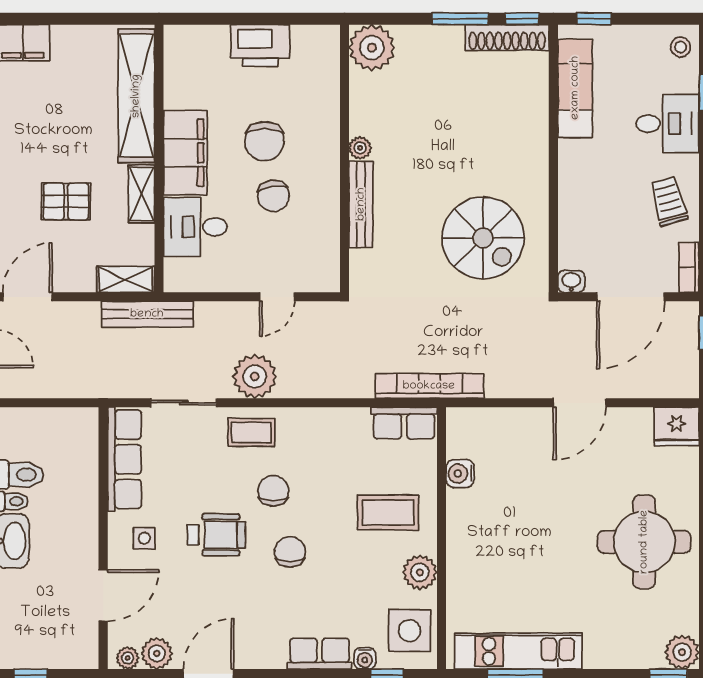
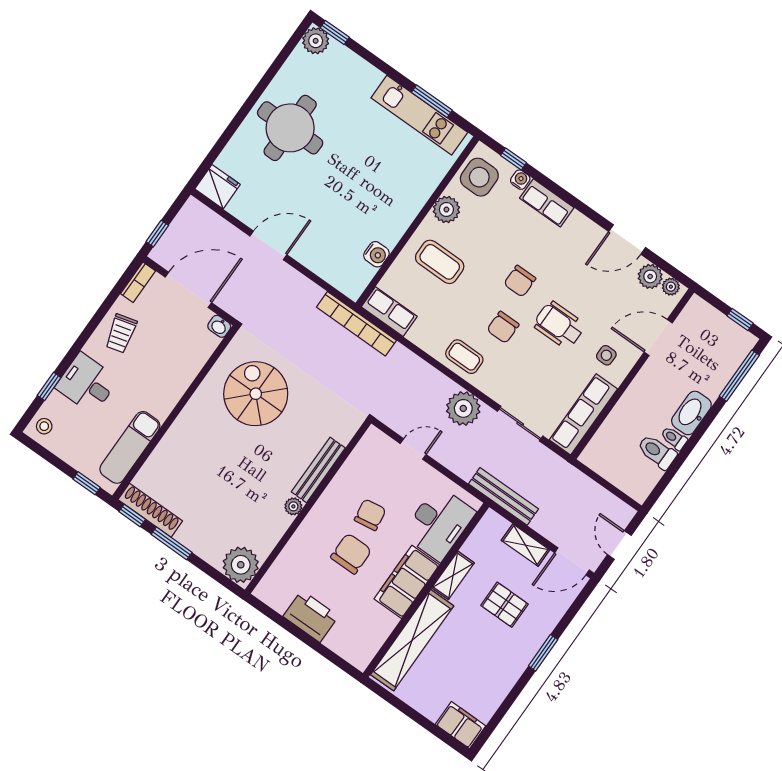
desk: (195, 227) -> (439, 523), width x1.37
shelving: (126, 279) -> (525, 545), moved
coffee table: (251, 432) -> (464, 357), moved

